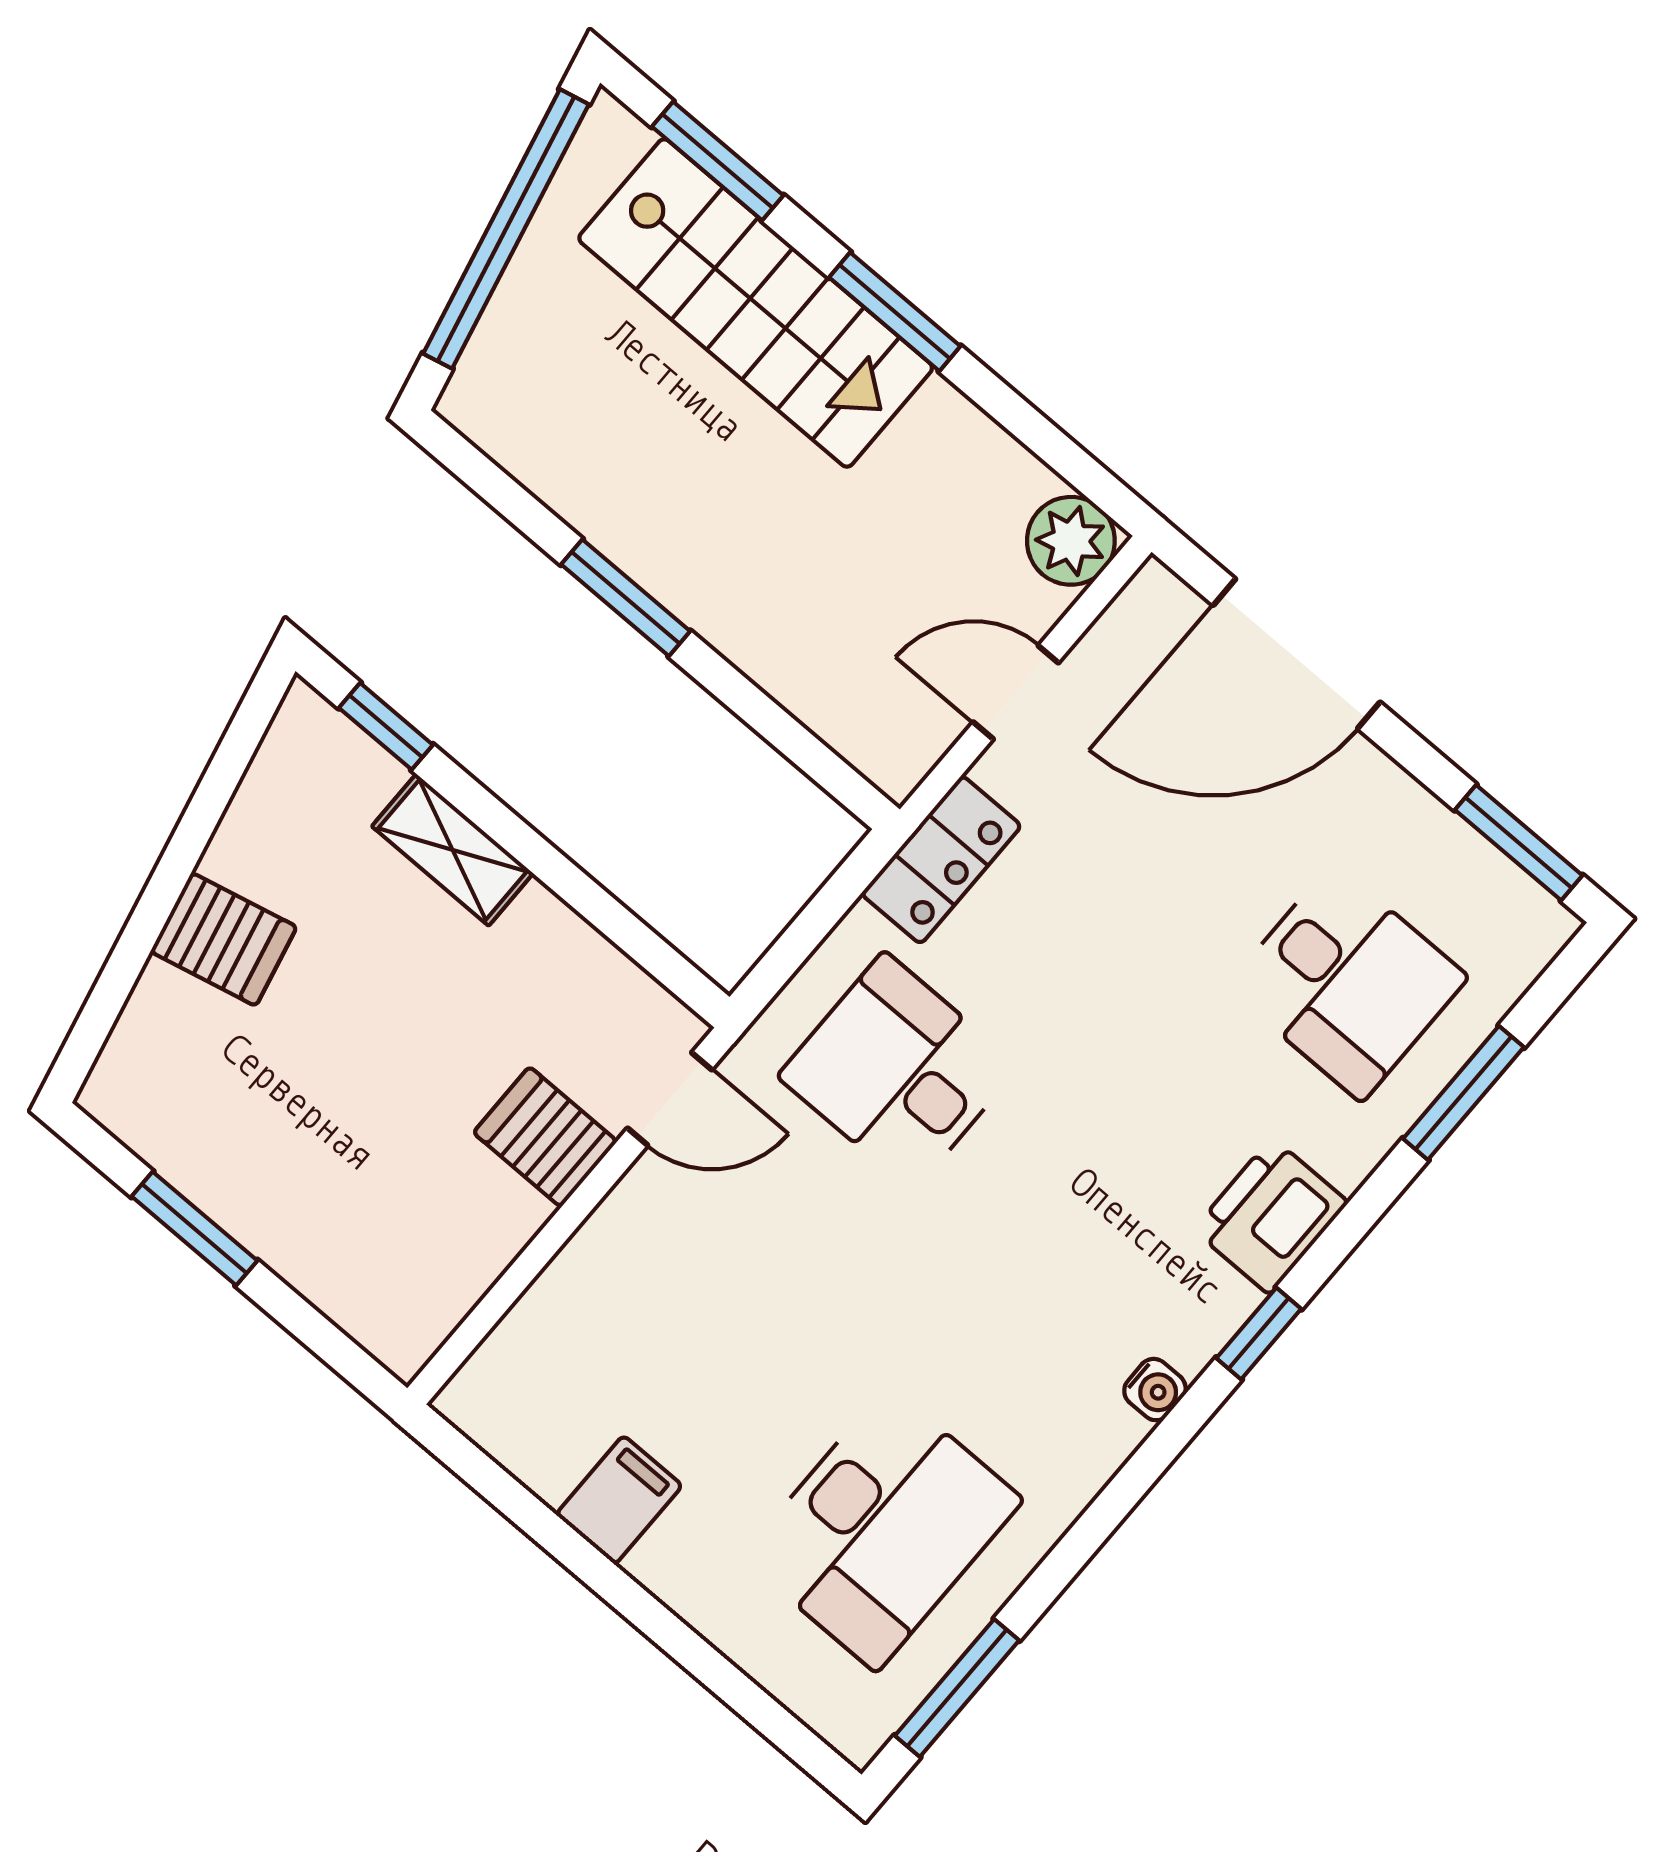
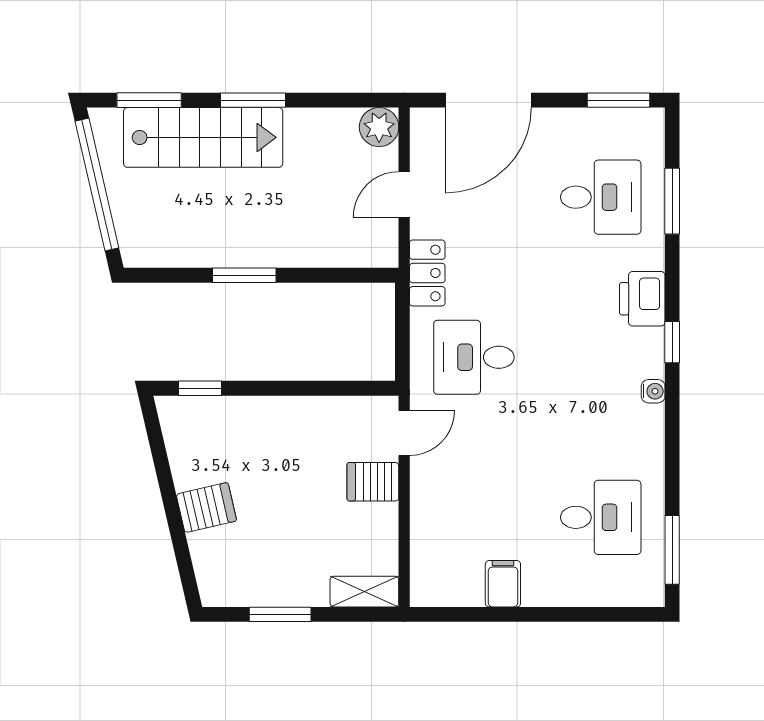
shelving: (453, 850) -> (364, 592), moved
desk: (882, 1529) -> (601, 517), width x0.73

